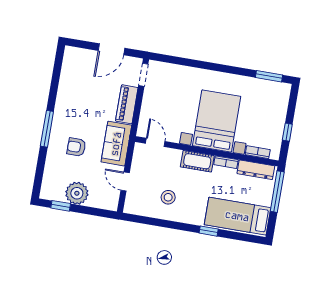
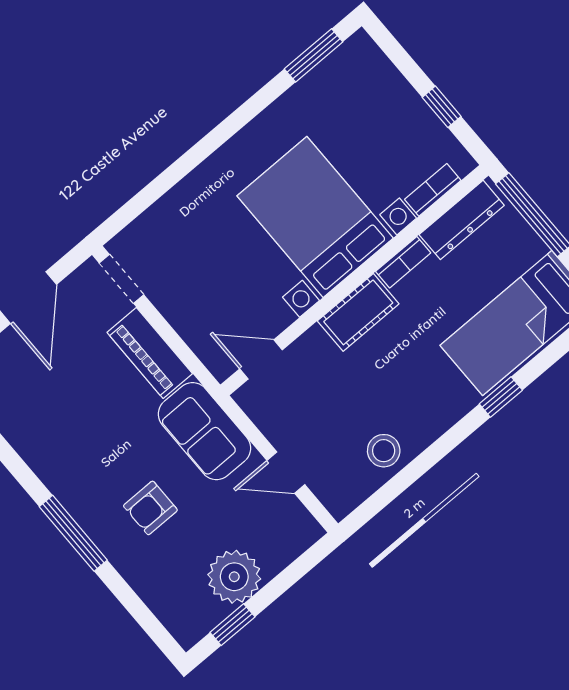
stool: (168, 197) -> (384, 451), moved

